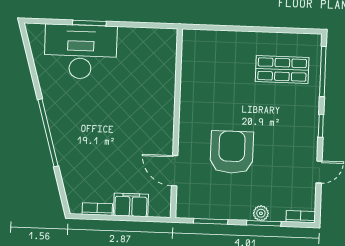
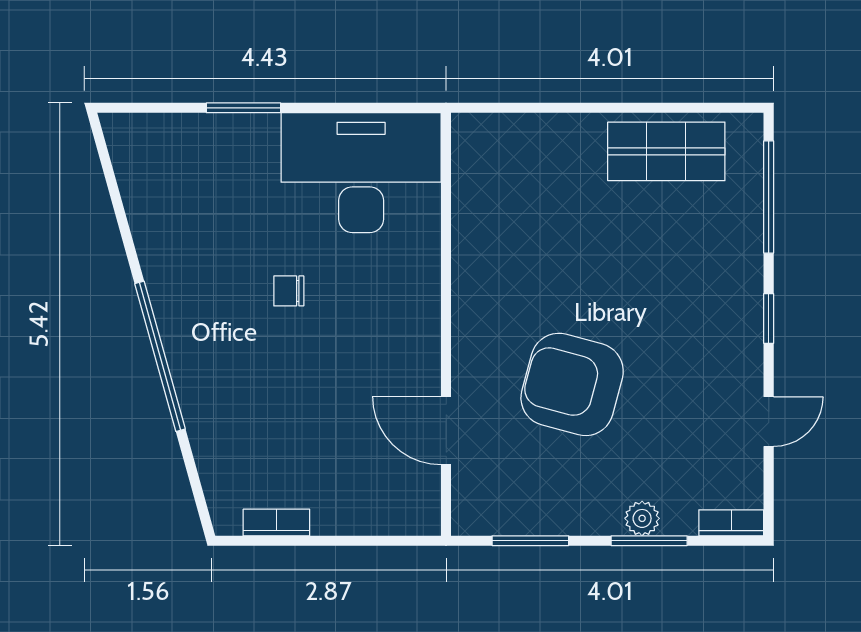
desk: (81, 52) -> (361, 173), moved
shop shelf: (282, 69) -> (666, 151), moved
chair: (107, 106) -> (289, 291), added
armchair: (232, 152) -> (572, 384), turned -75
filing cabinet: (131, 205) -> (351, 510), removed

